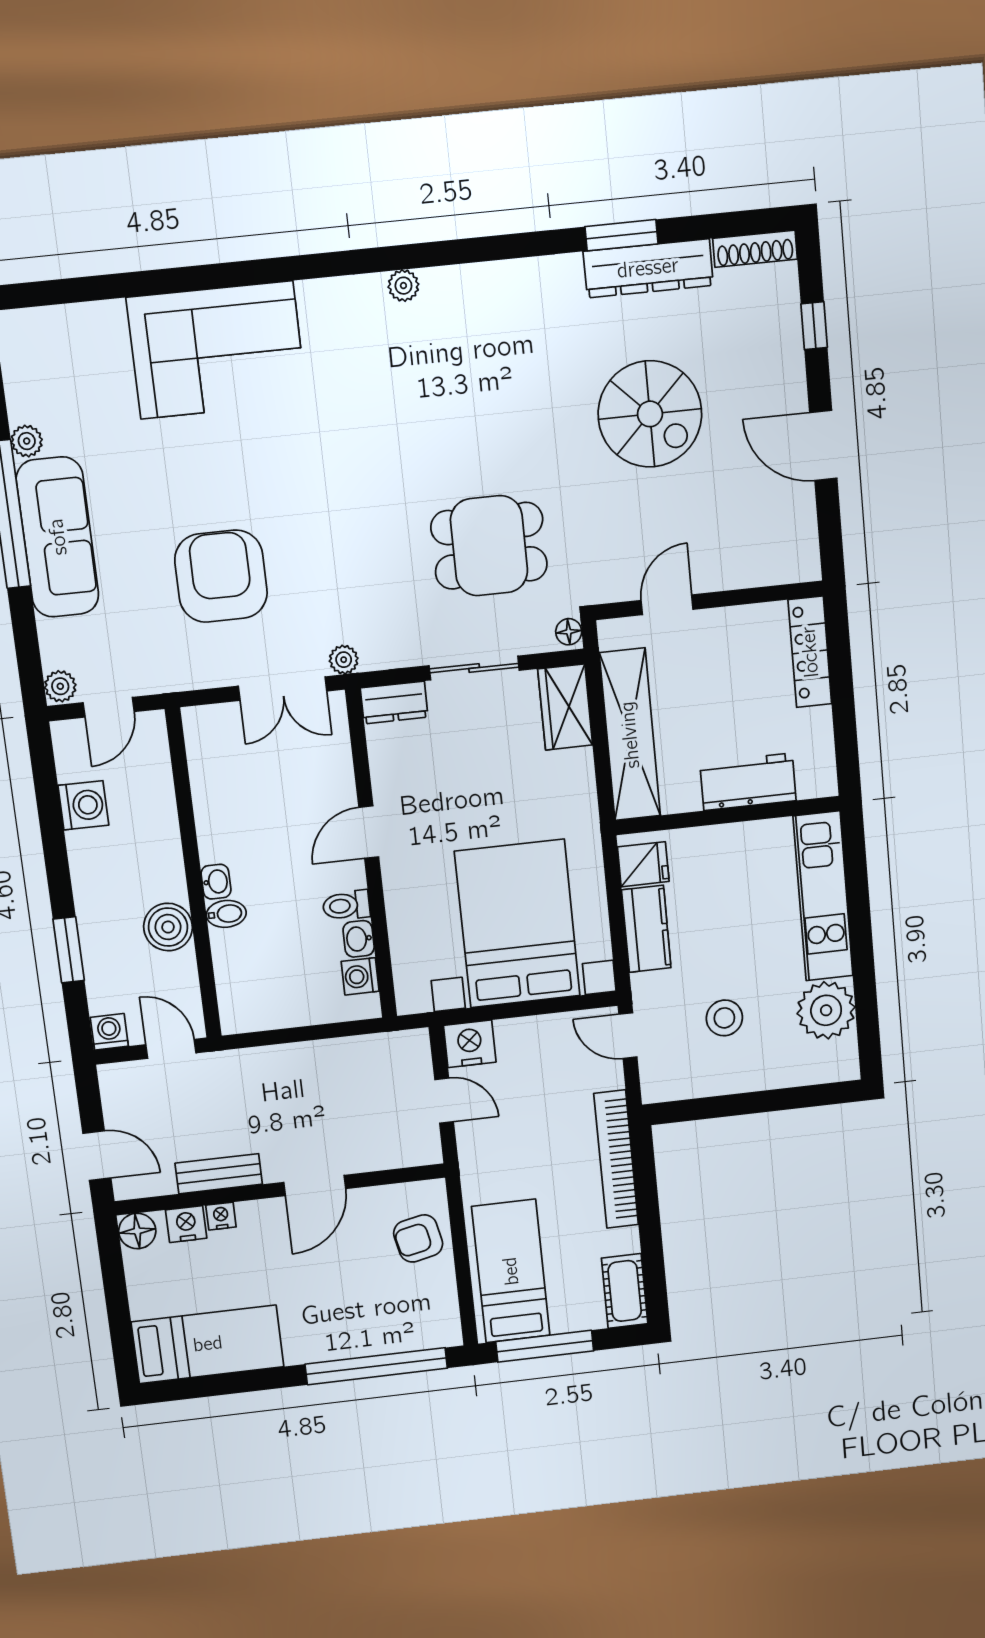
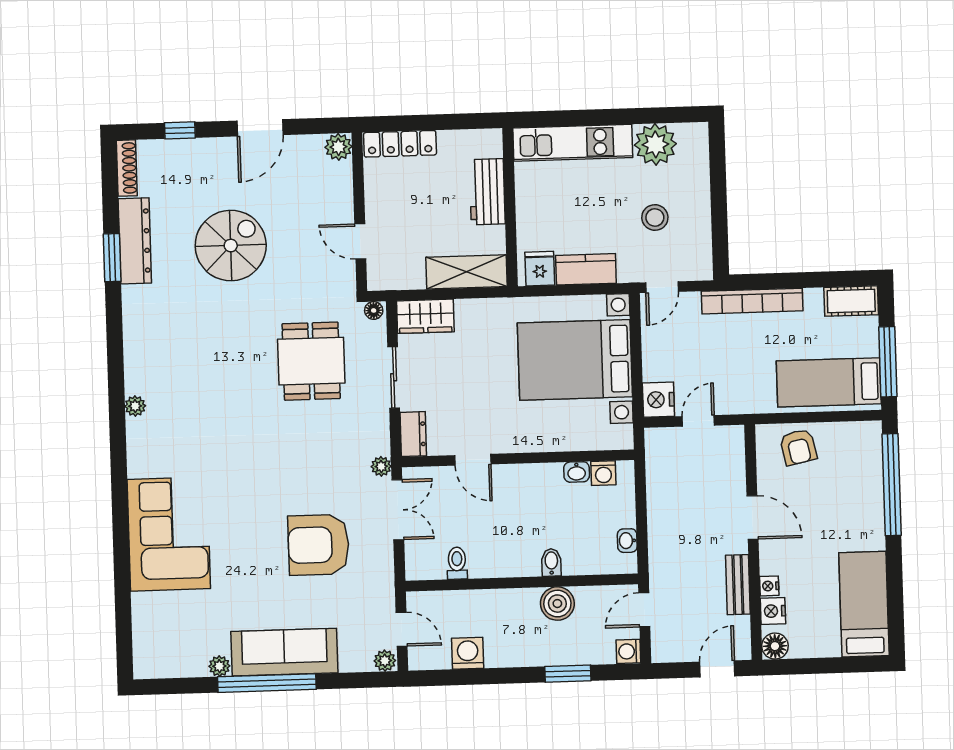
plant: (801, 563) -> (338, 147), added
shelving: (630, 735) -> (467, 272), width x0.68
door: (369, 832) -> (473, 460), moved
washbasin: (216, 882) -> (627, 541), moved, turned -90
toilet: (346, 905) -> (457, 563), moved, turned 180

